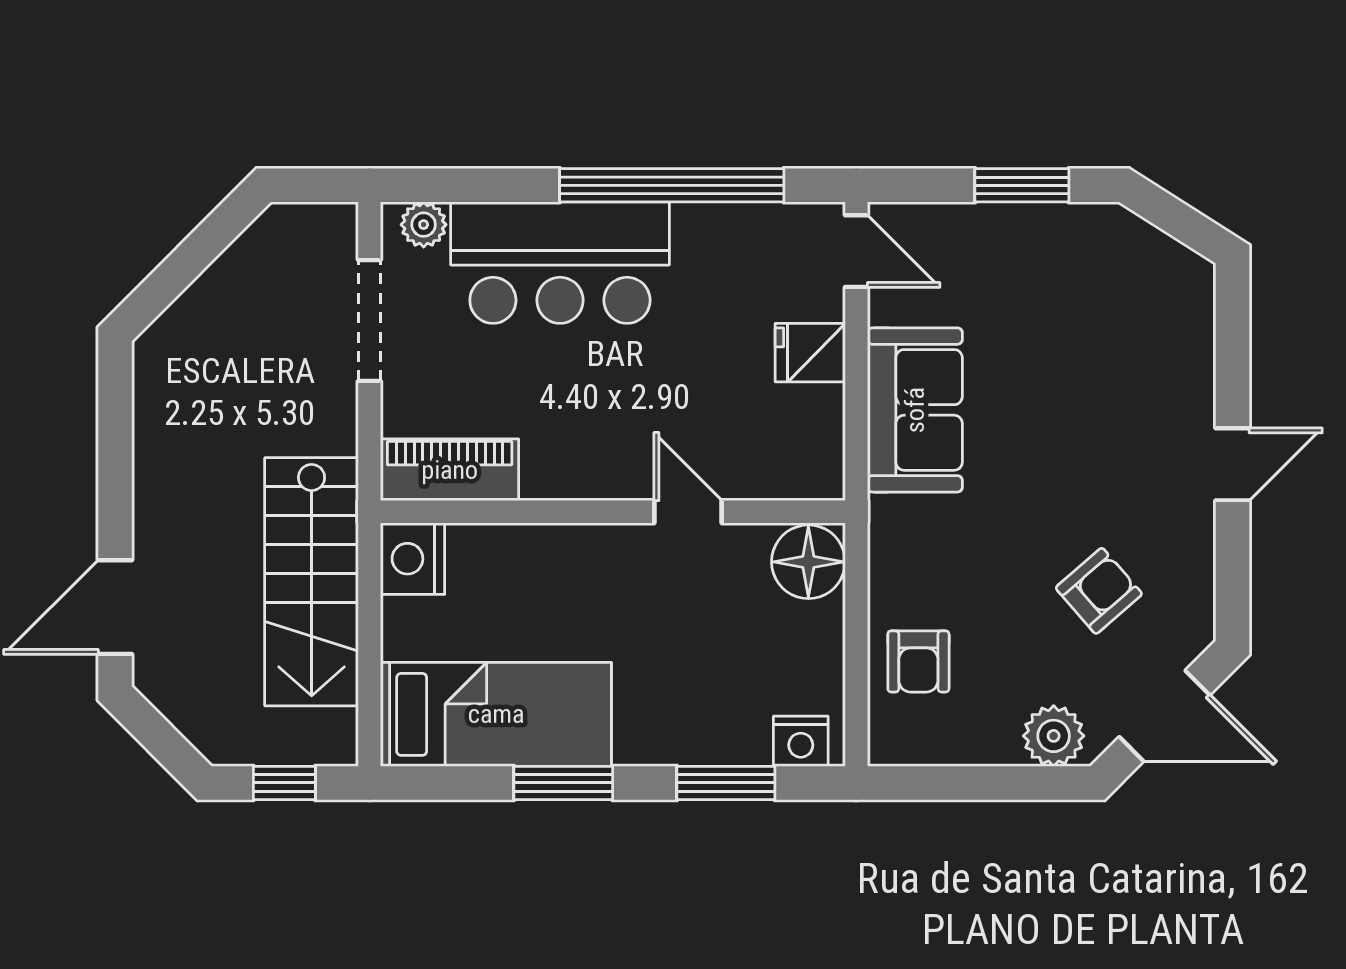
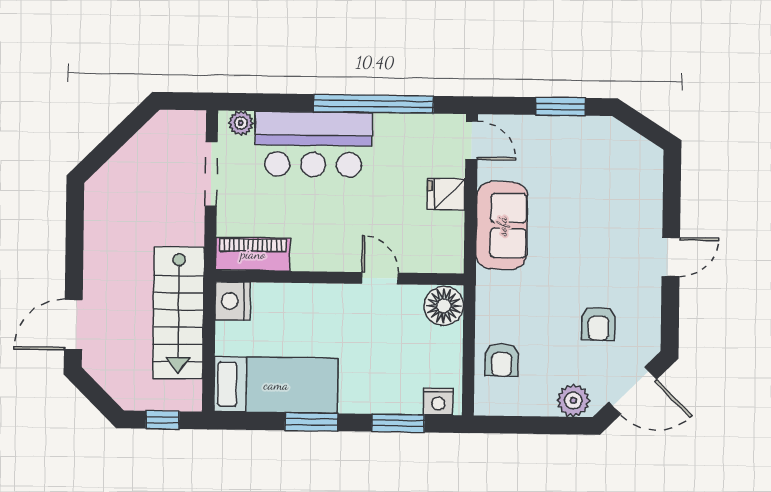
armchair: (1099, 591) -> (599, 323), turned 131

